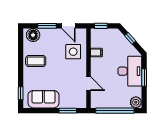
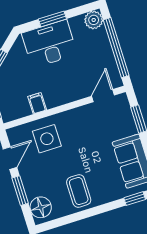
door: (89, 84) -> (103, 96), moved

